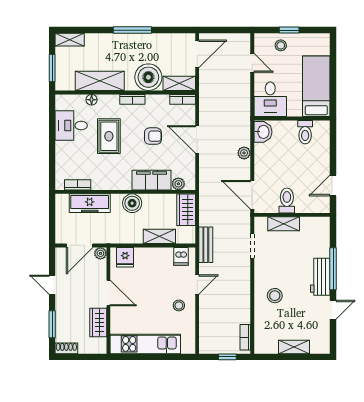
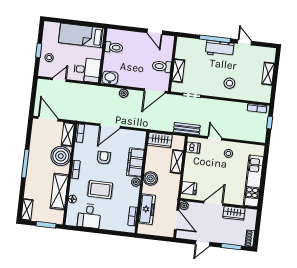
plant: (178, 184) -> (136, 182), moved

